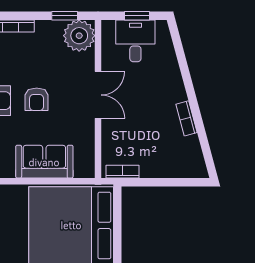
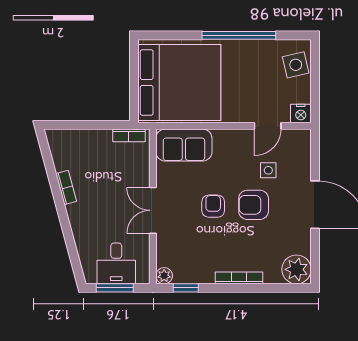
window: (137, 16) -> (115, 288), width x1.50
plant: (79, 36) -> (164, 276), width x0.53, depth x0.53
sofa: (44, 162) -> (184, 145), moved

